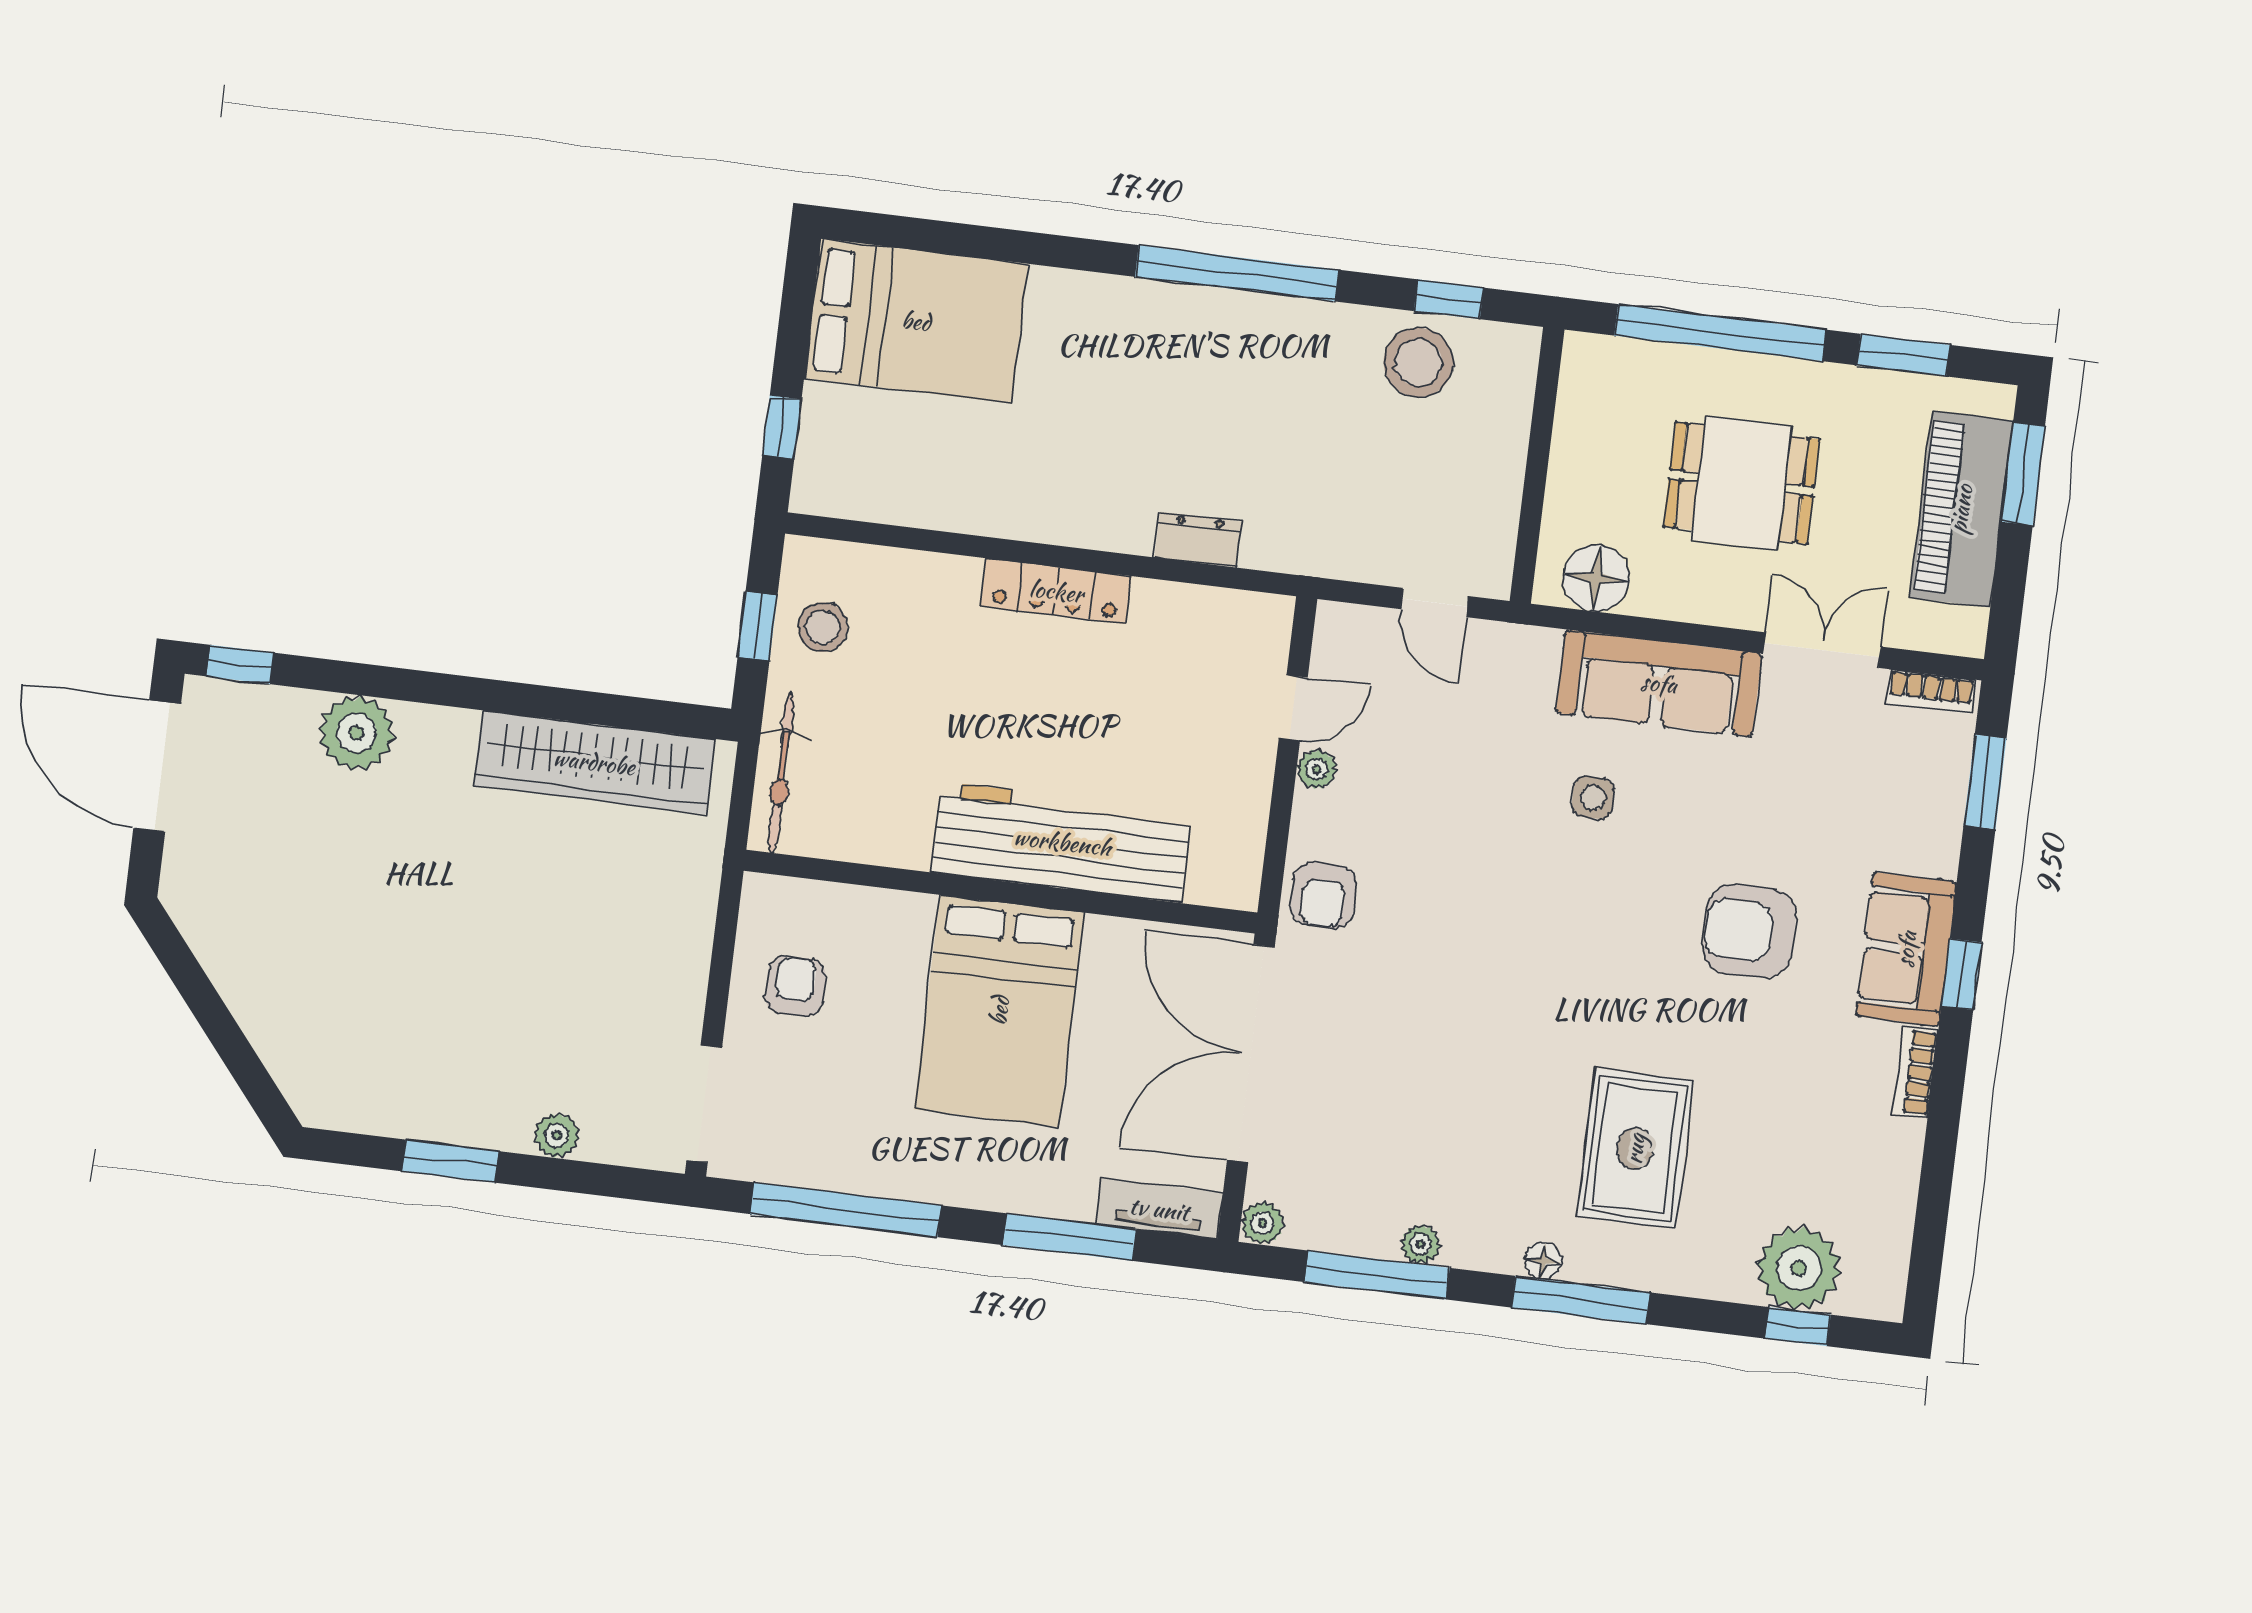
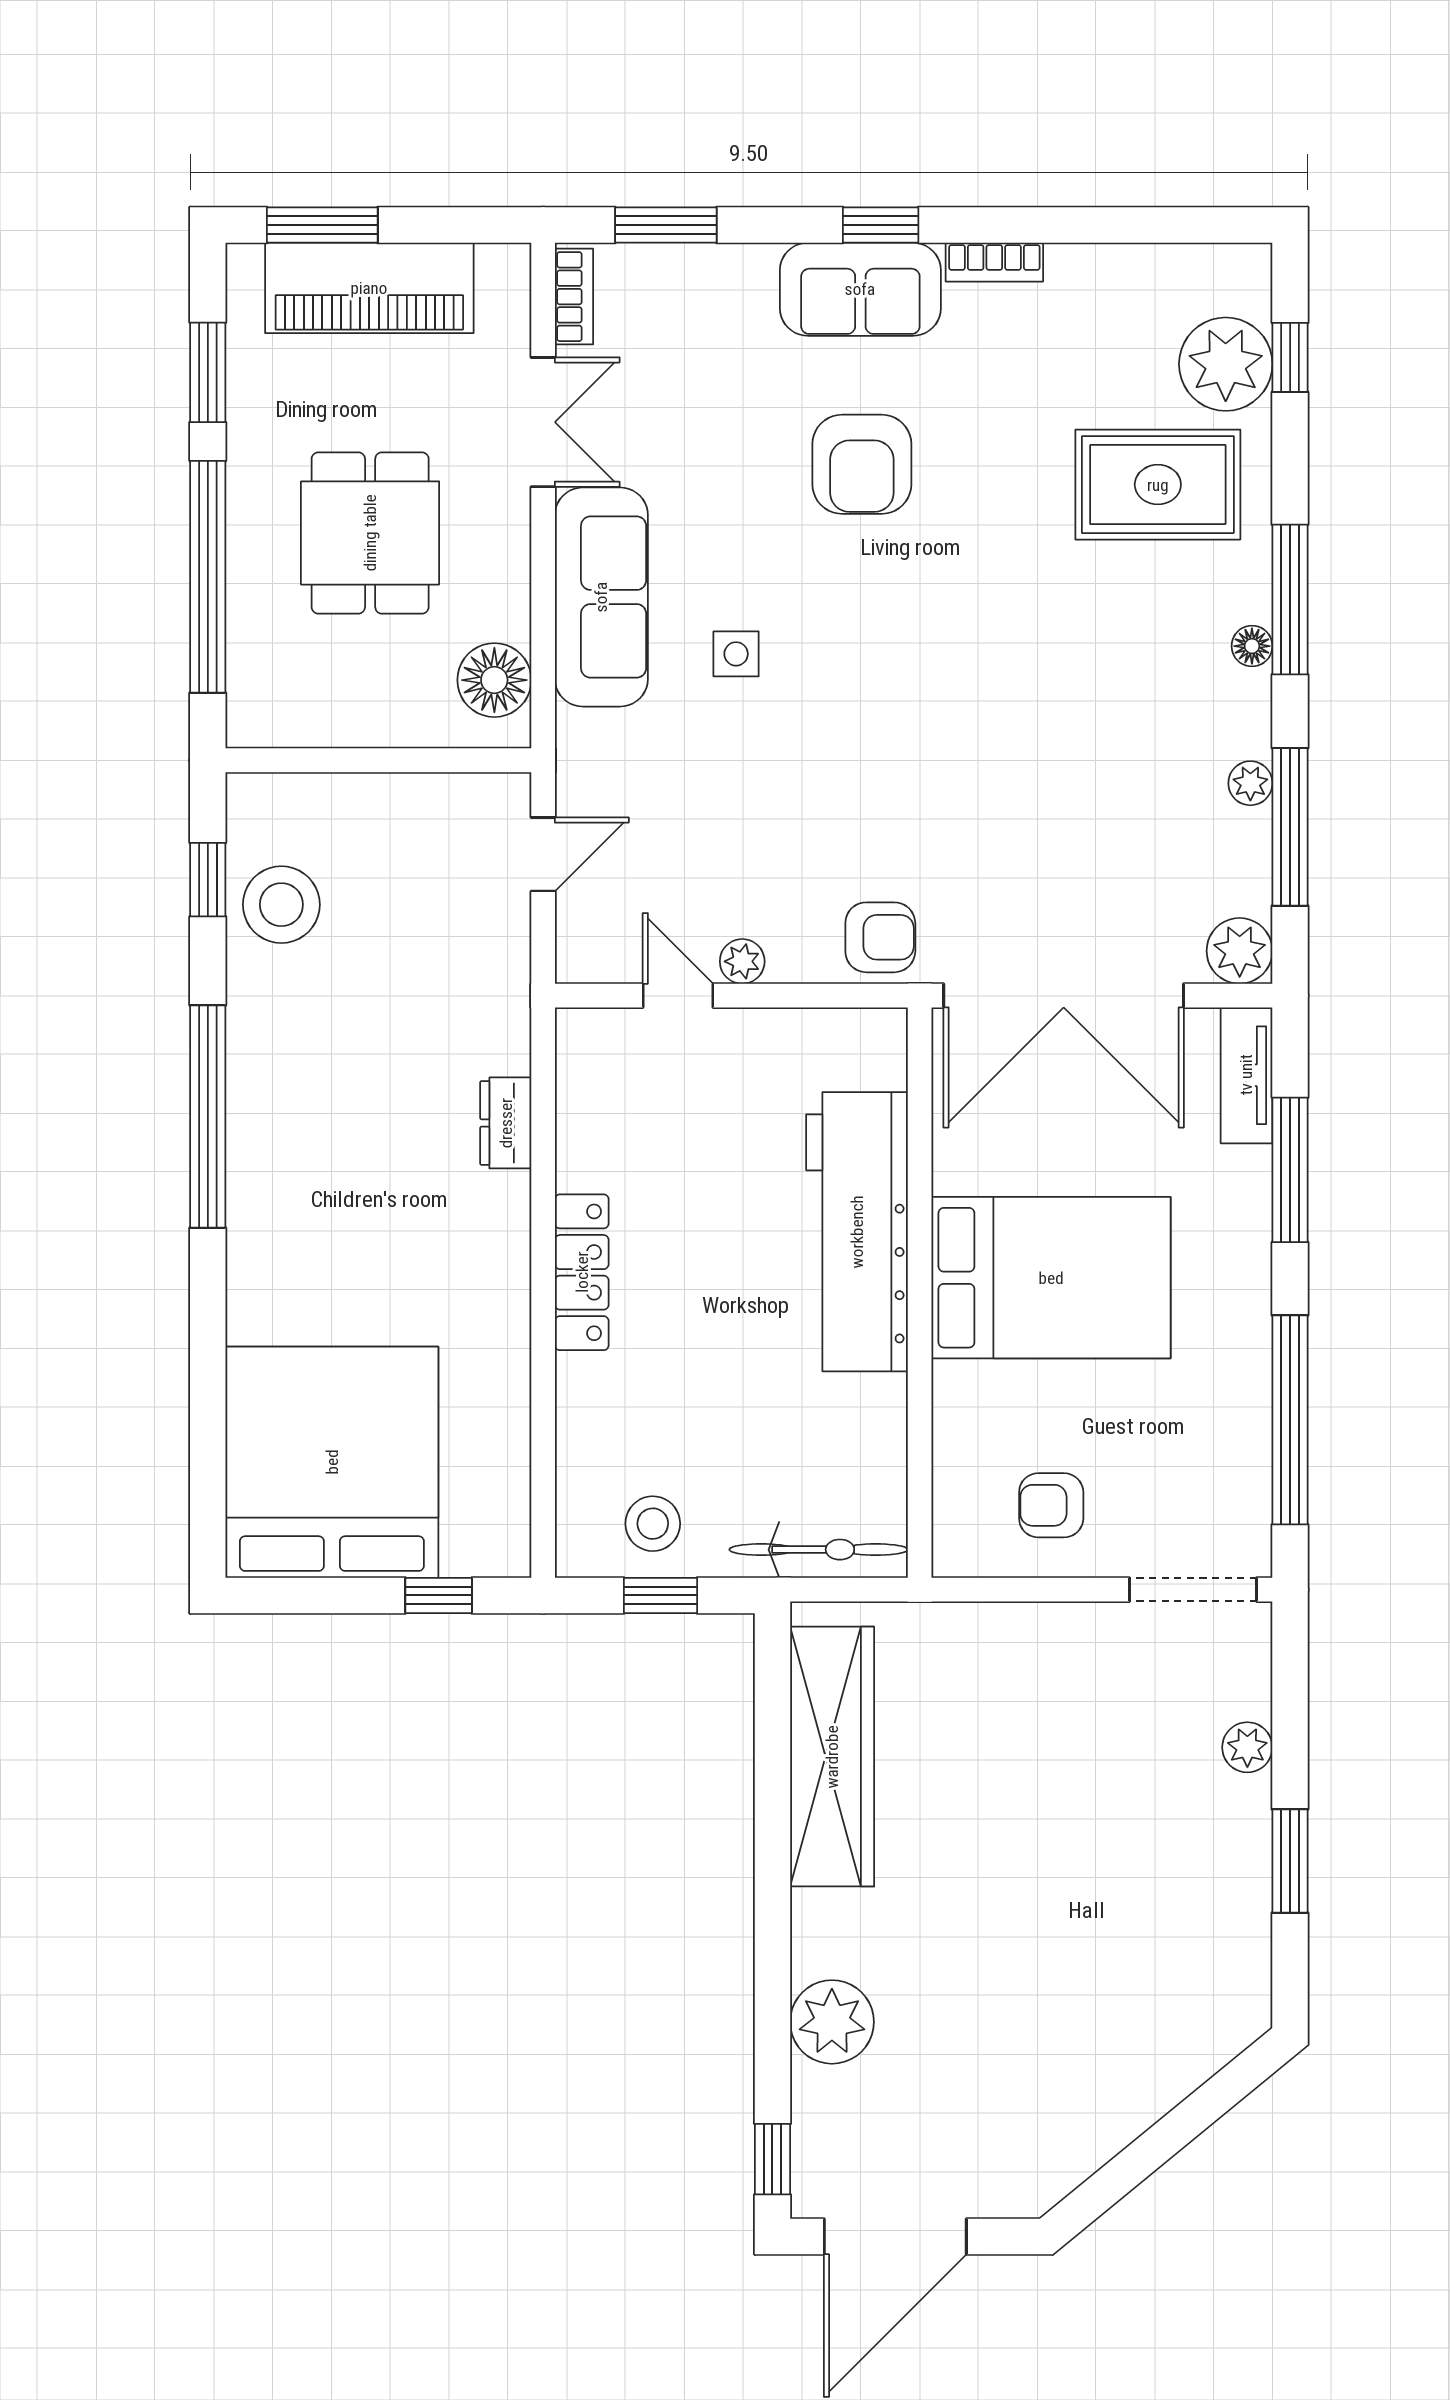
bed: (916, 321) -> (332, 1462), width x1.36
double door: (1822, 650) -> (543, 422), swing flipped
rug: (1635, 1149) -> (1158, 485), moved
plant: (1262, 1223) -> (1240, 951), width x1.38, depth x1.38

